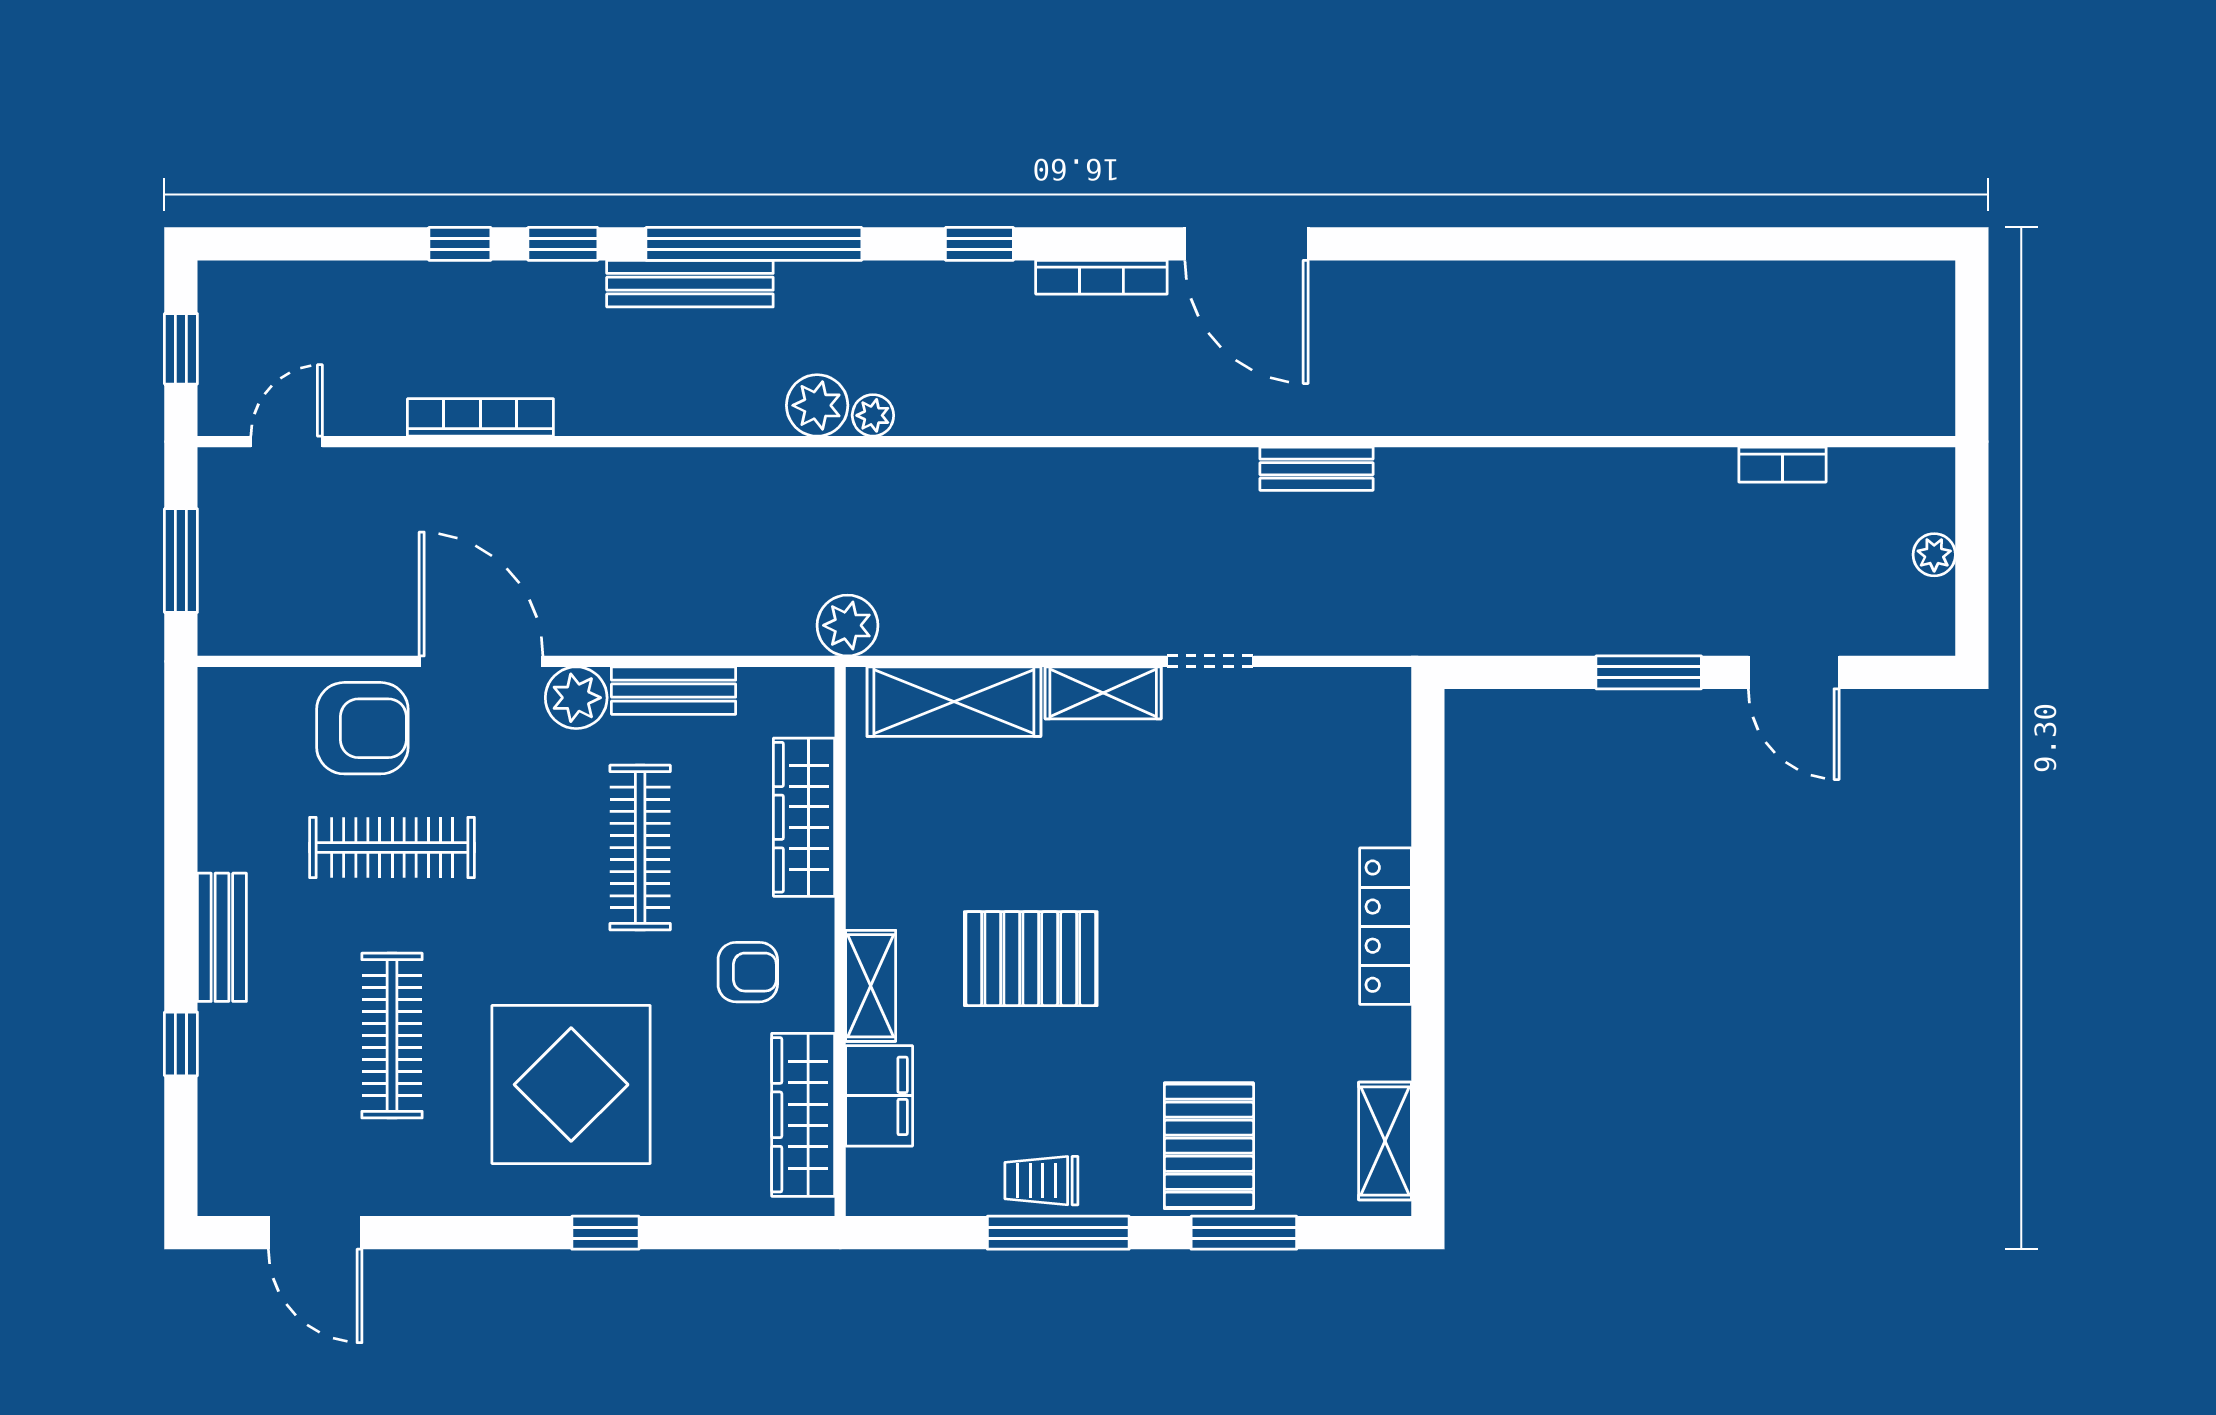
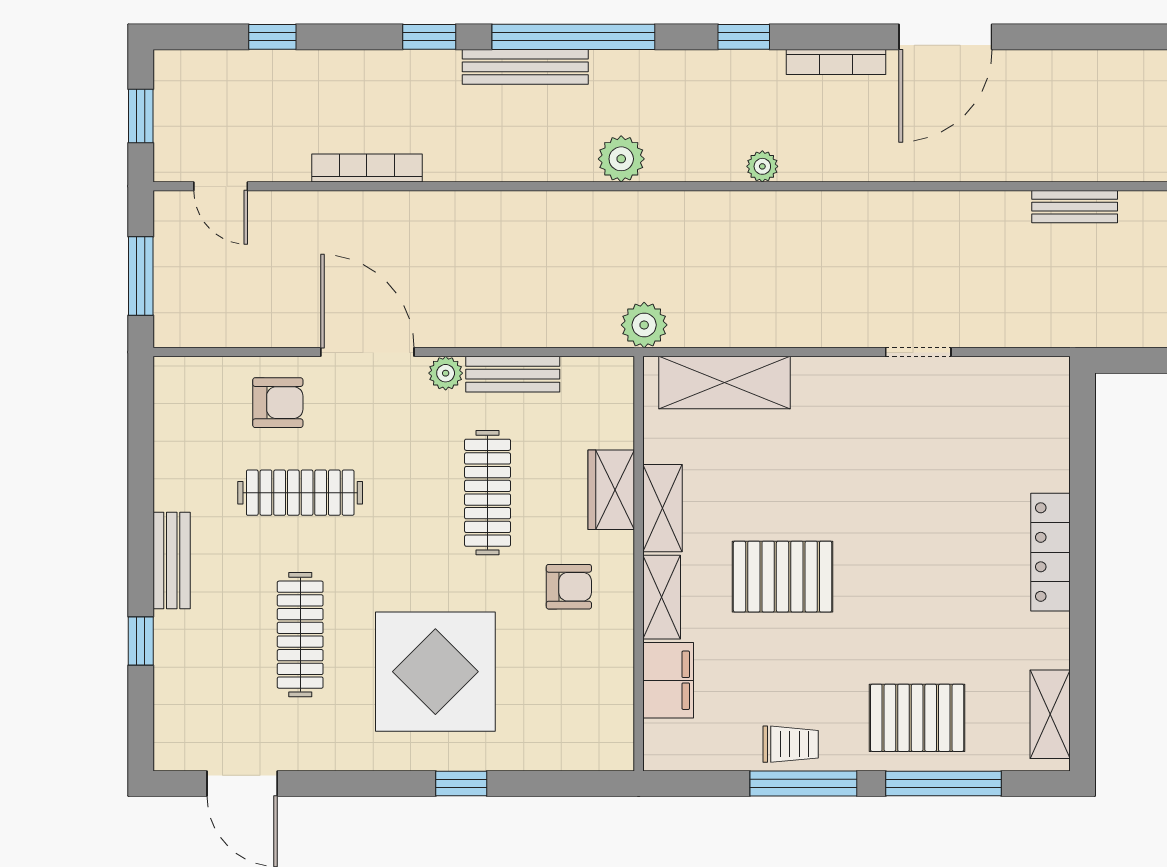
window: (460, 244) -> (272, 37), moved
door: (1246, 244) -> (945, 37), hinge flipped
plant: (873, 415) -> (762, 166), moved
door: (287, 442) -> (221, 186), swing flipped
bench: (1316, 469) -> (1075, 207), moved
shelving: (1103, 693) -> (662, 508), moved, turned 90
plant: (576, 698) -> (446, 373), width x0.73, depth x0.73
armchair: (362, 728) -> (278, 403), width x0.72, depth x0.72
wardrobe: (804, 817) -> (611, 490), width x0.67
wardrobe: (803, 1115) -> (611, 695), removed
pallet: (1209, 1146) -> (917, 718), turned 90
trolley: (1041, 1181) -> (791, 744), turned 180
window: (1244, 1233) -> (943, 784), width x1.44

